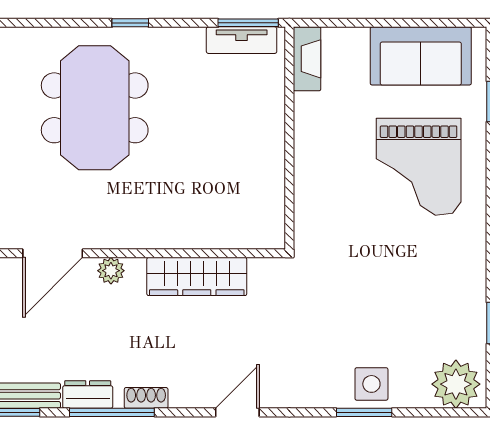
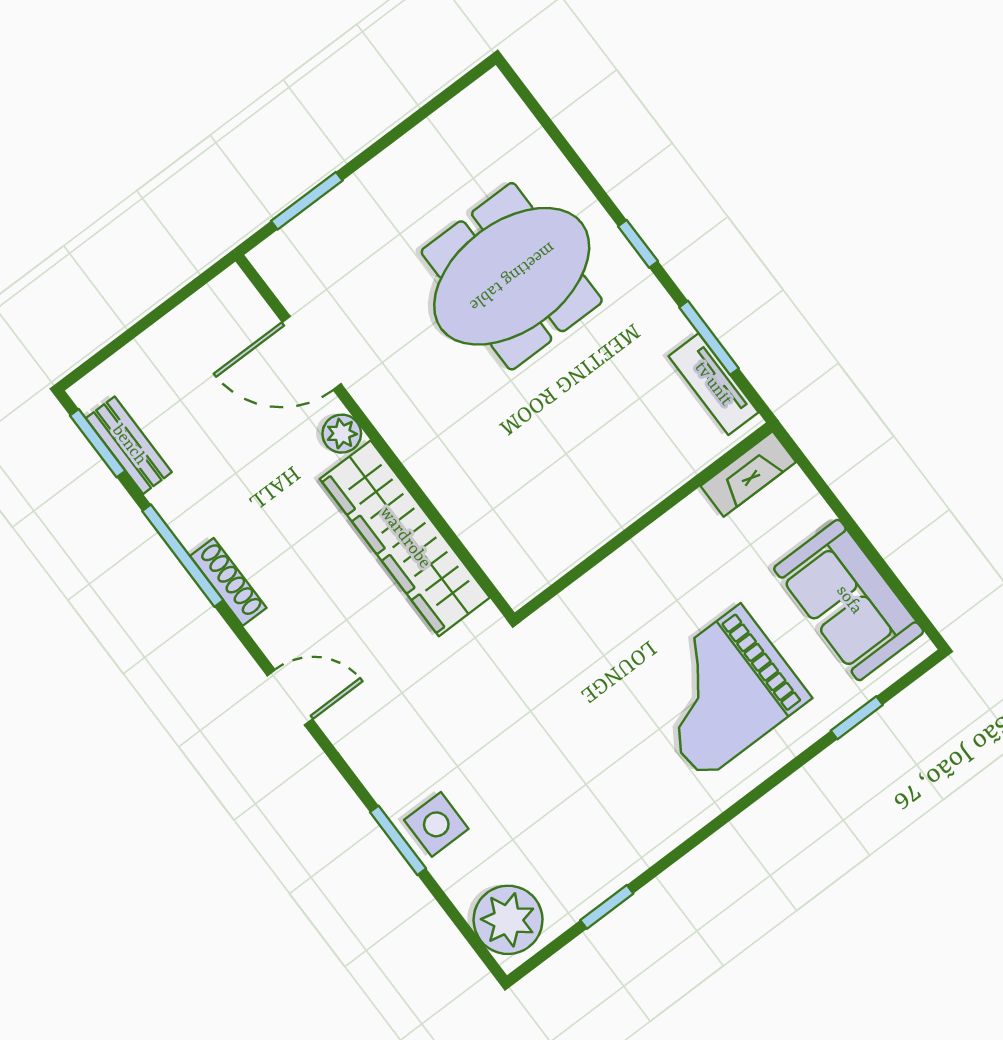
window: (248, 23) -> (709, 338), moved
wardrobe: (197, 276) -> (405, 538), width x1.40, depth x1.17
dresser: (88, 394) -> (182, 513), removed
shoe rack: (146, 398) -> (228, 582), width x1.43

